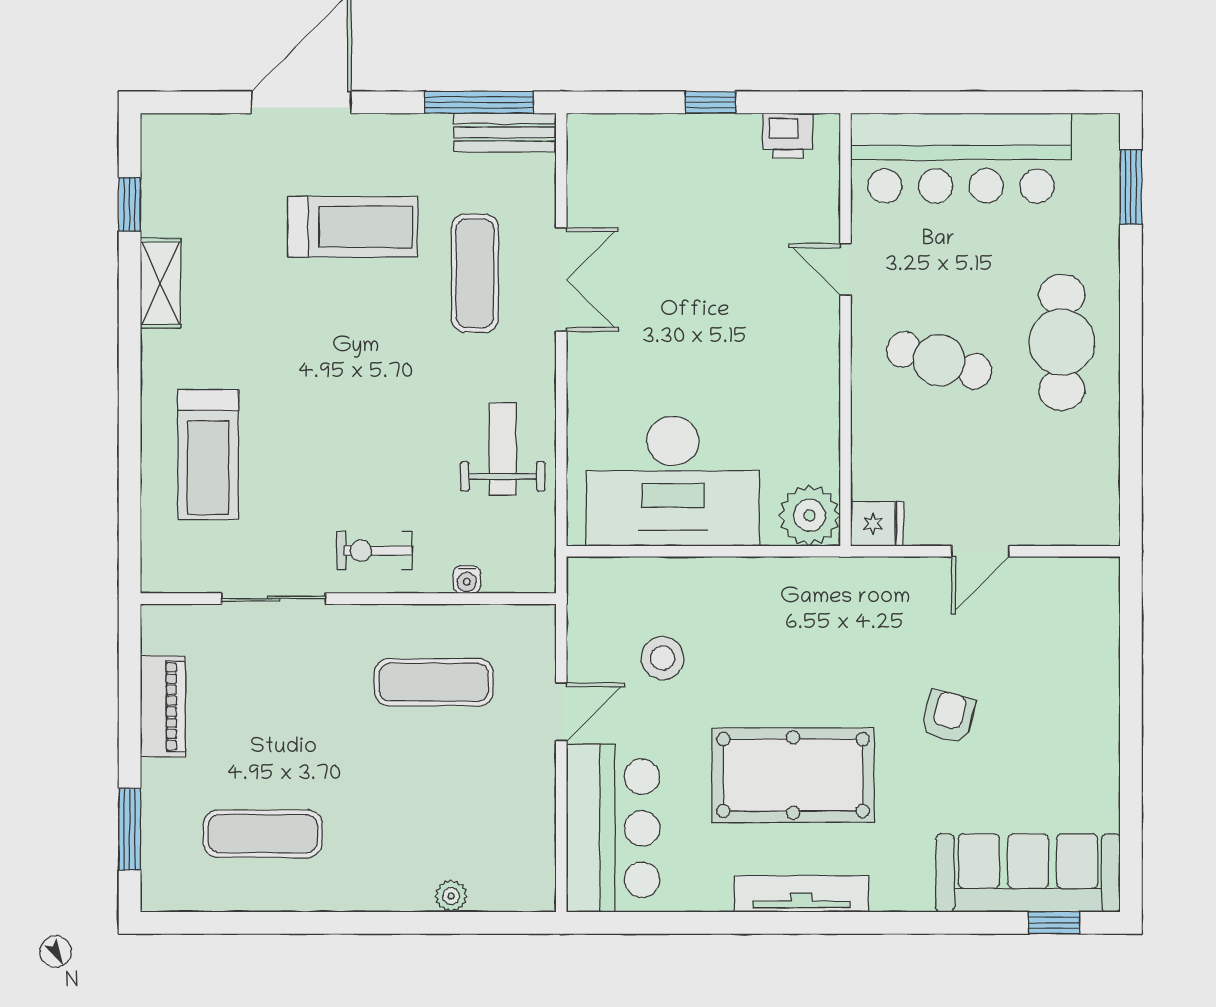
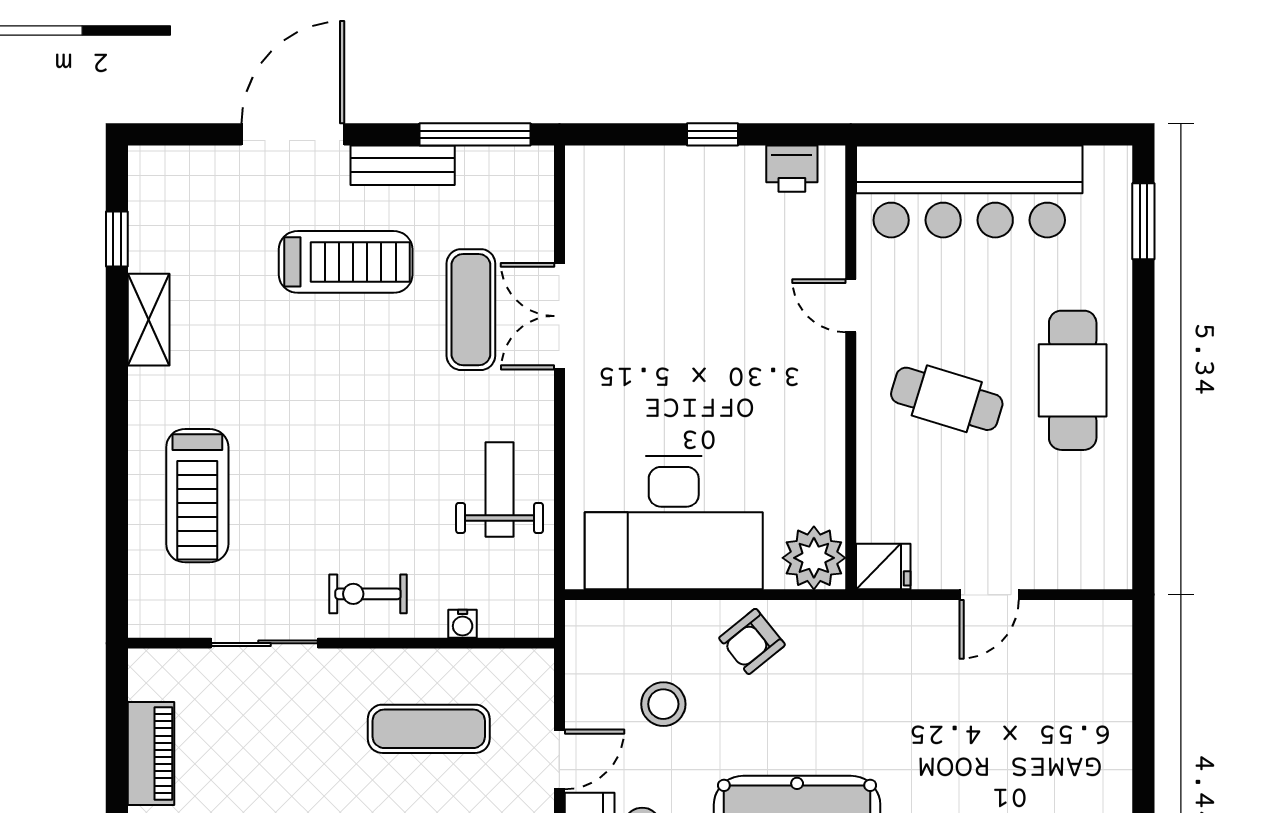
bench: (504, 132) -> (403, 165), moved
double door: (561, 280) -> (559, 316), swing flipped
armchair: (948, 717) -> (752, 641), moved, turned -144

